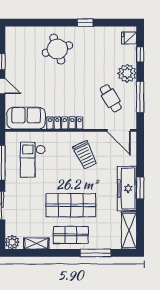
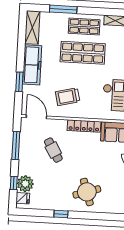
plant: (127, 73) -> (25, 184), moved
cafe table: (111, 98) -> (53, 150), moved
trolley: (85, 155) -> (68, 97), turned -78
window: (140, 188) -> (19, 82), moved

